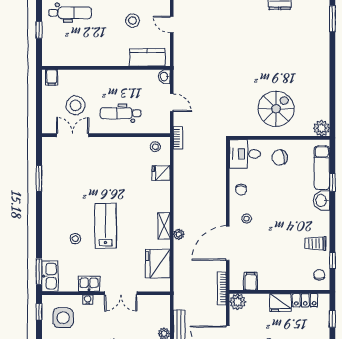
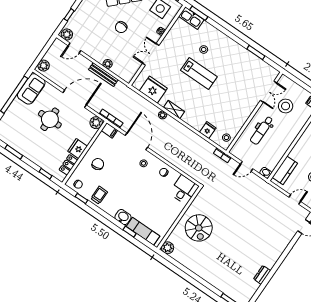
dental chair: (121, 113) -> (262, 130), turned 180
chair: (280, 157) -> (98, 164), moved
filing cabinet: (251, 281) -> (109, 130), moved
kitchen sink: (89, 284) -> (170, 39), removed

